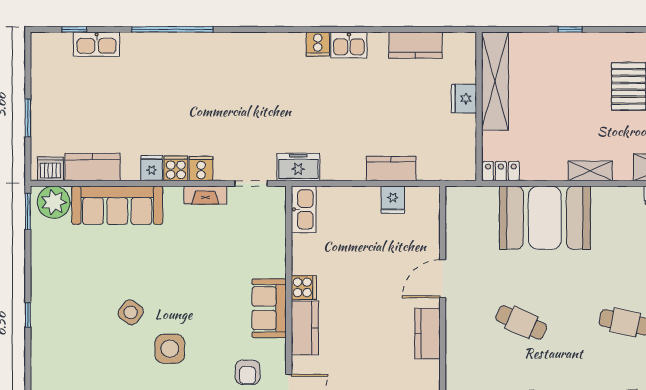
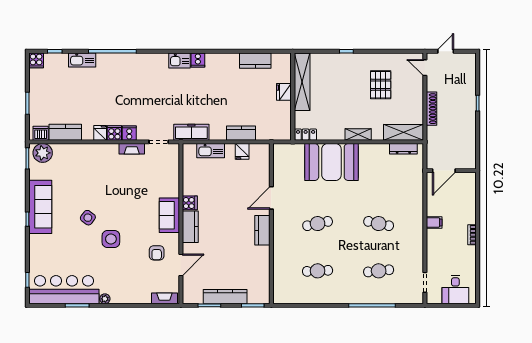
kitchen sink: (97, 44) -> (82, 60), moved
cooker: (43, 45) -> (36, 60), added
kitchen sink: (349, 45) -> (180, 60), moved
freezer: (298, 167) -> (191, 132), width x1.40
sofa: (117, 205) -> (40, 207), moved, turned -90
kitchen sink: (304, 209) -> (211, 151), moved, turned 90
cafe table: (521, 322) -> (318, 224), turned -36

